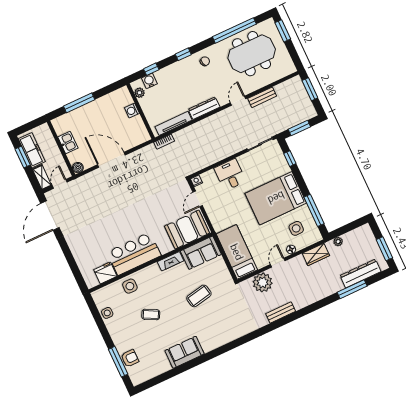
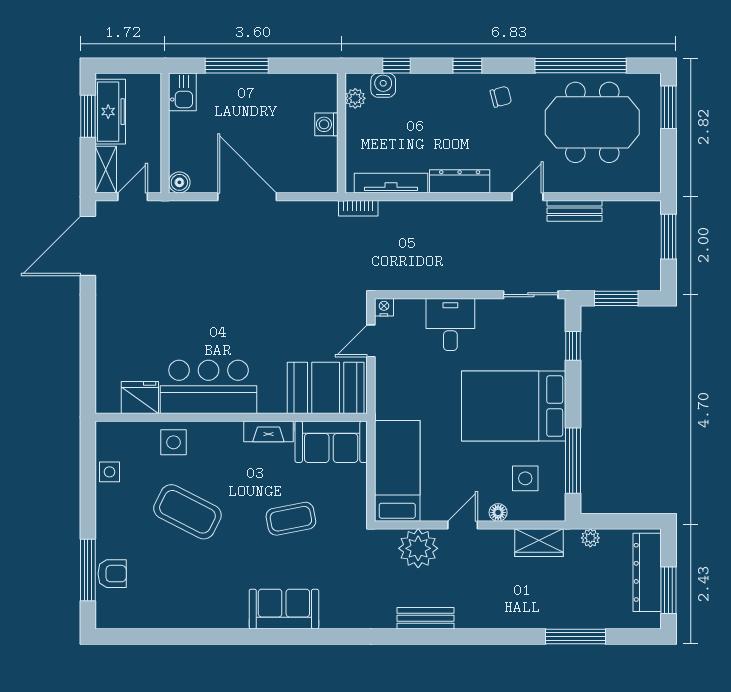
kitchen sink: (68, 142) -> (182, 92), moved
dresser: (360, 274) -> (647, 572), moved, turned -90
coffee table: (151, 315) -> (187, 512), width x1.86, depth x1.72
sofa: (185, 352) -> (284, 609), moved

